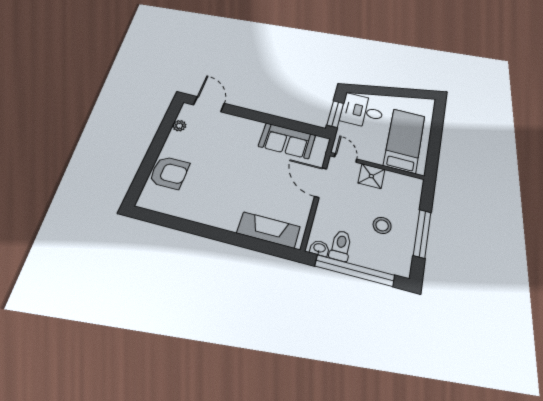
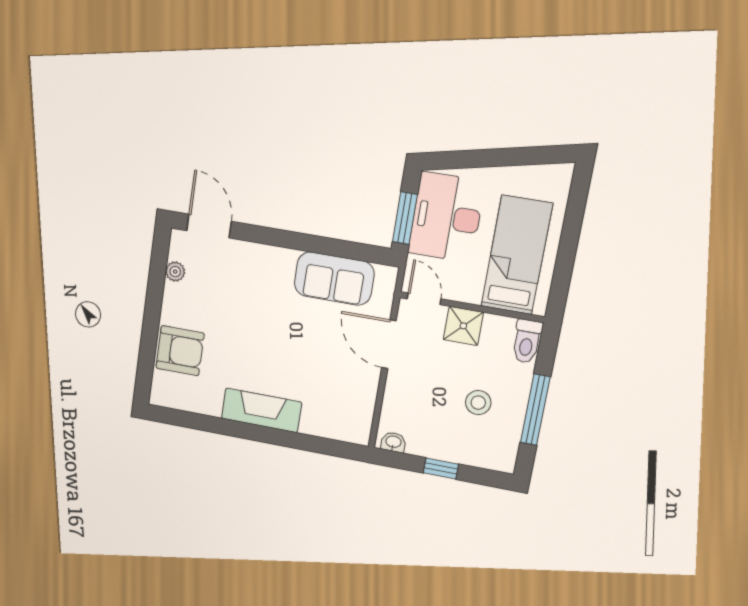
desk: (362, 111) -> (446, 217), width x1.37
fireplace: (269, 230) -> (261, 410), moved
toilet: (341, 246) -> (527, 341), moved, turned 180
window: (355, 271) -> (441, 469), width x0.32

